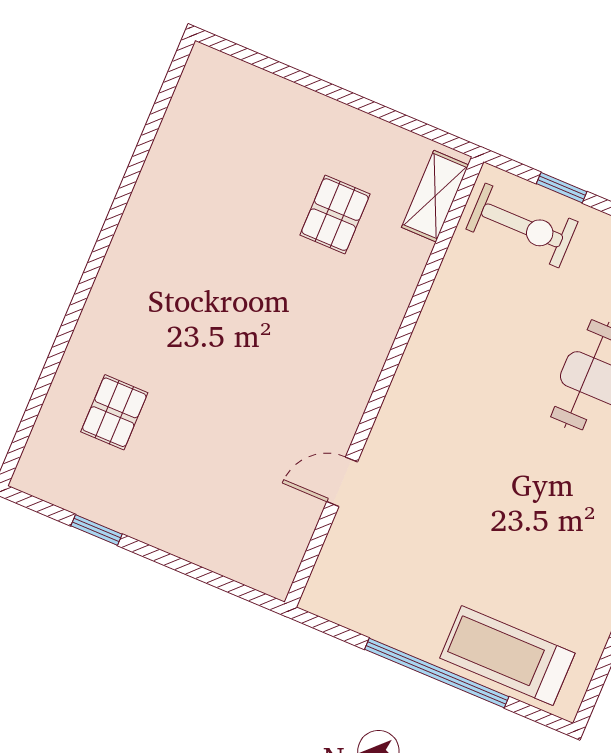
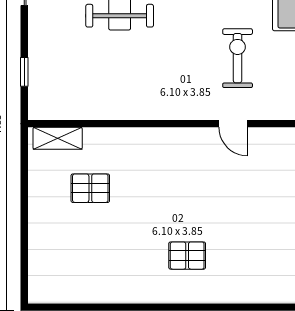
exercise bike: (522, 225) -> (238, 58), moved
pallet: (114, 412) -> (187, 256), moved

